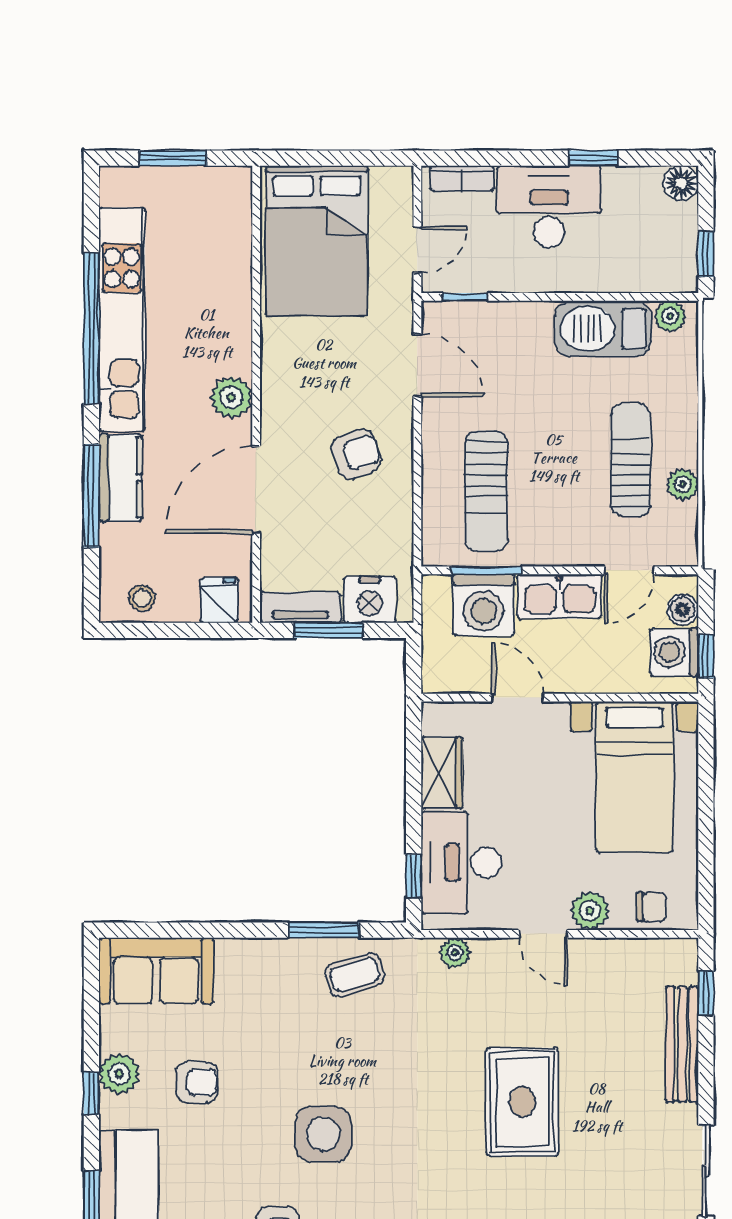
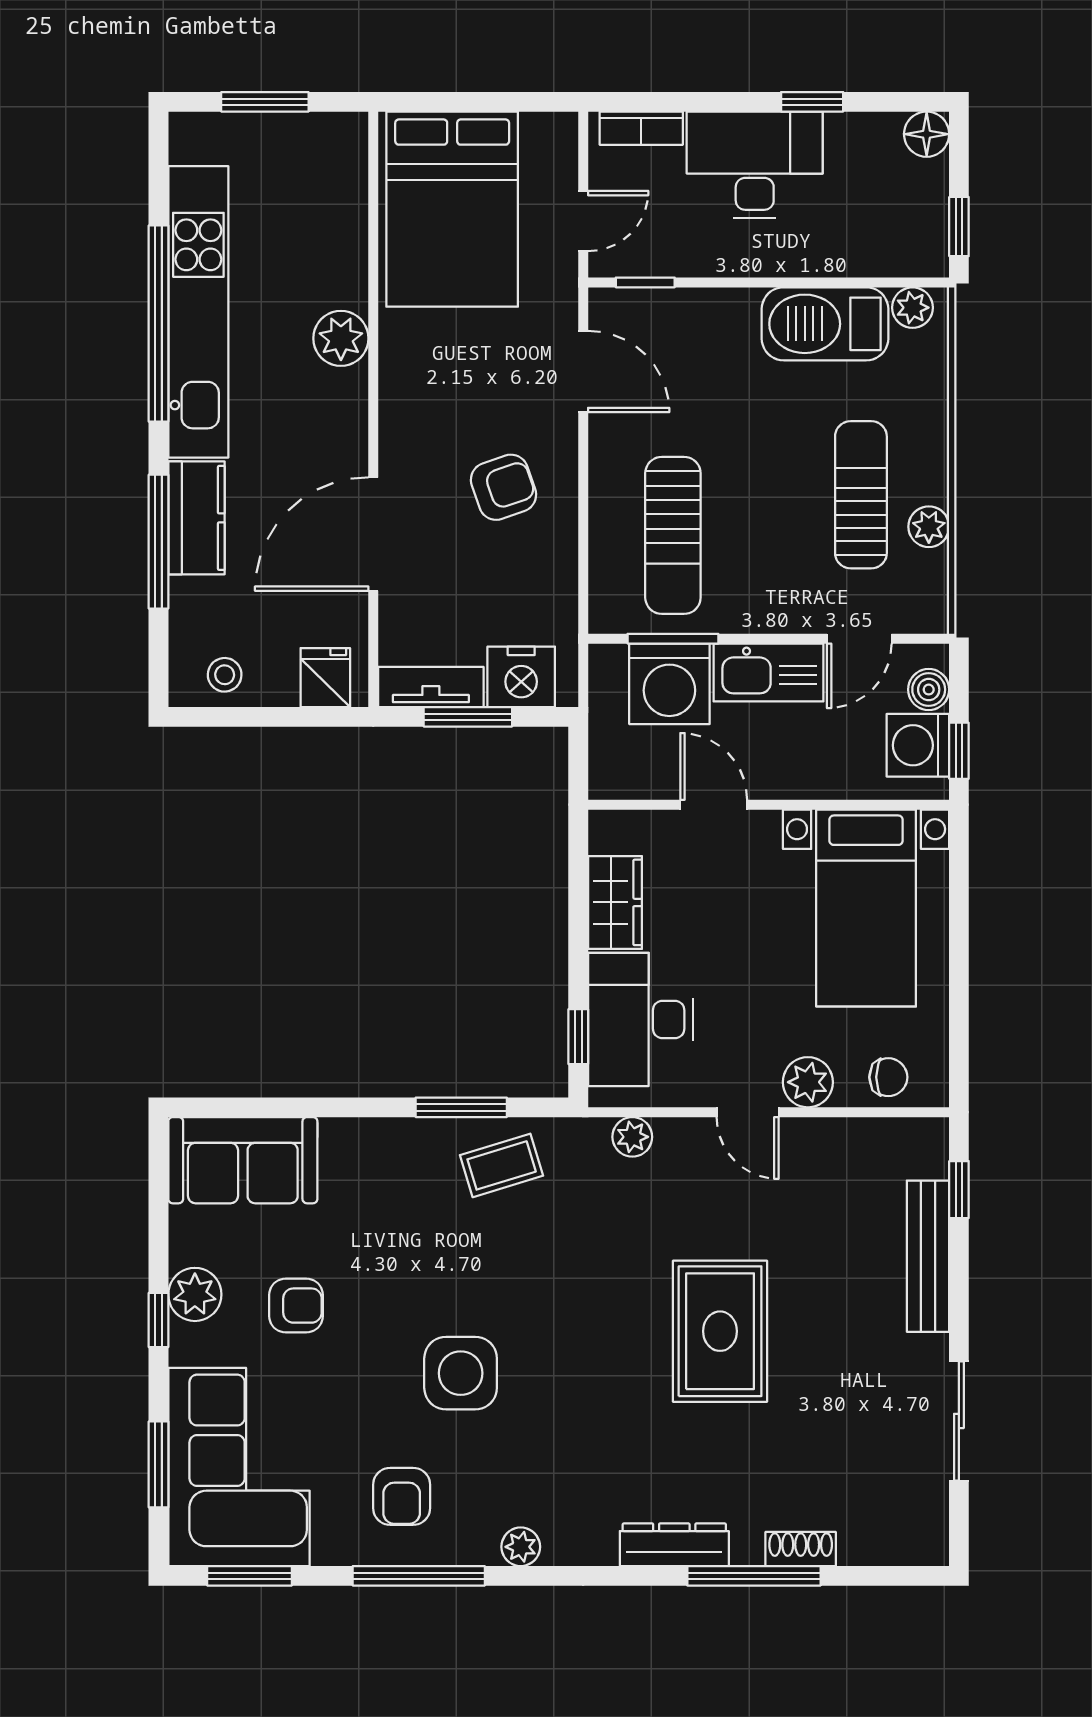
plant: (231, 397) -> (341, 338), moved

